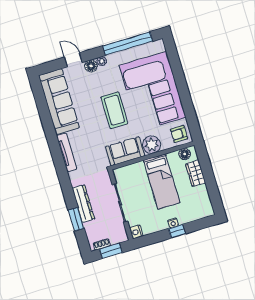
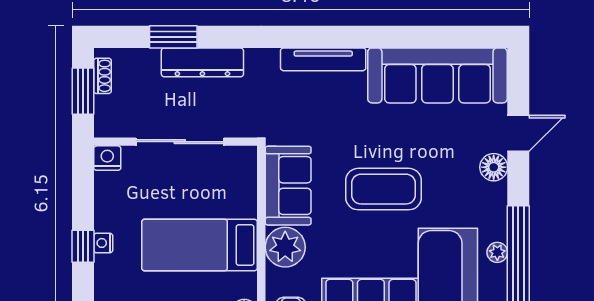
plant: (102, 61) -> (497, 252), moved

